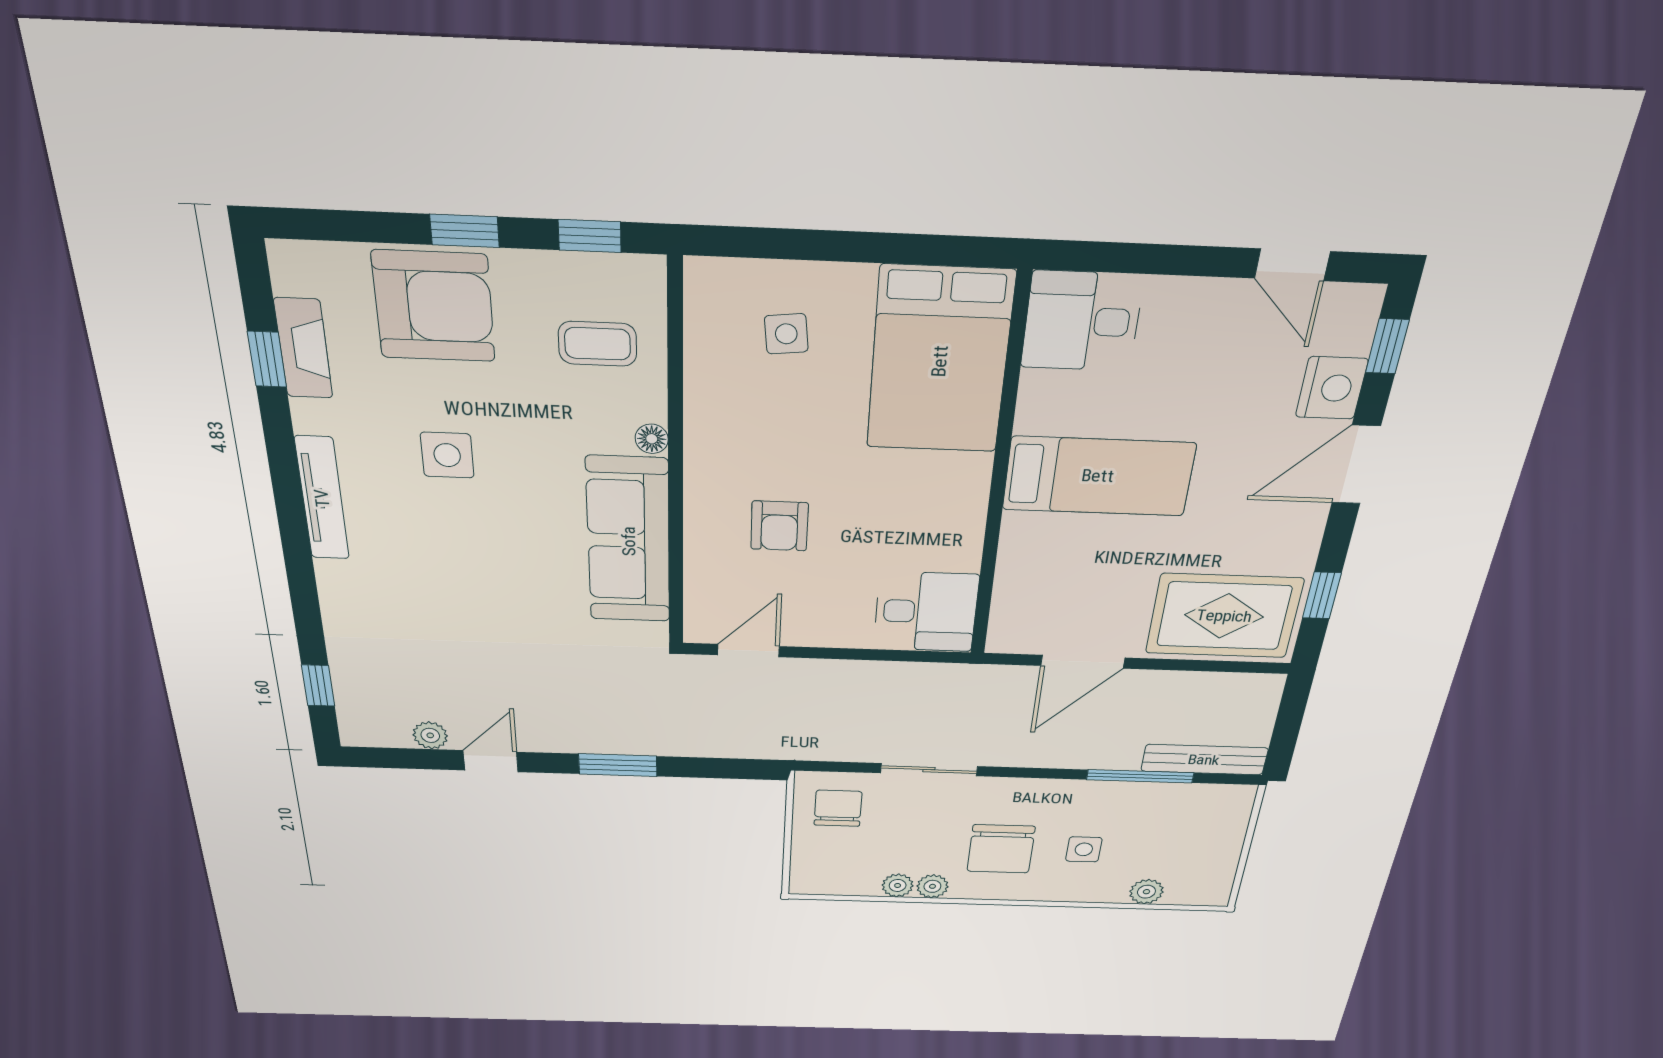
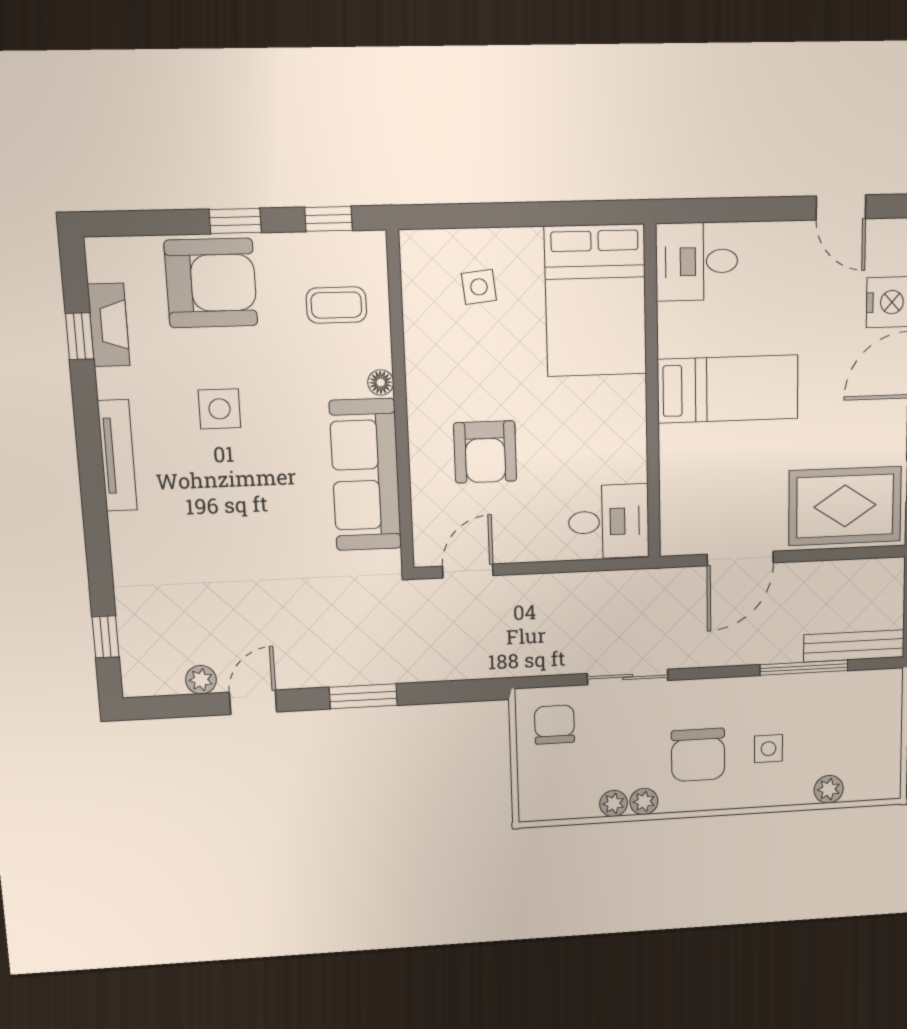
armchair: (779, 526) -> (485, 452), width x1.38, depth x1.38

